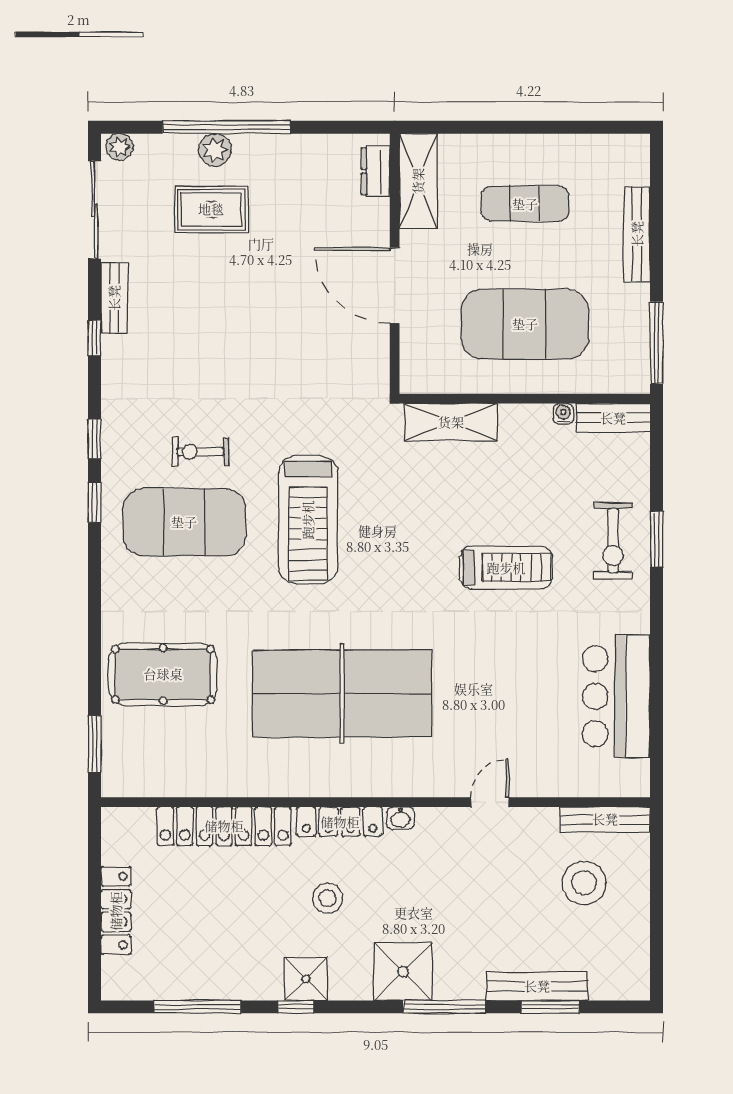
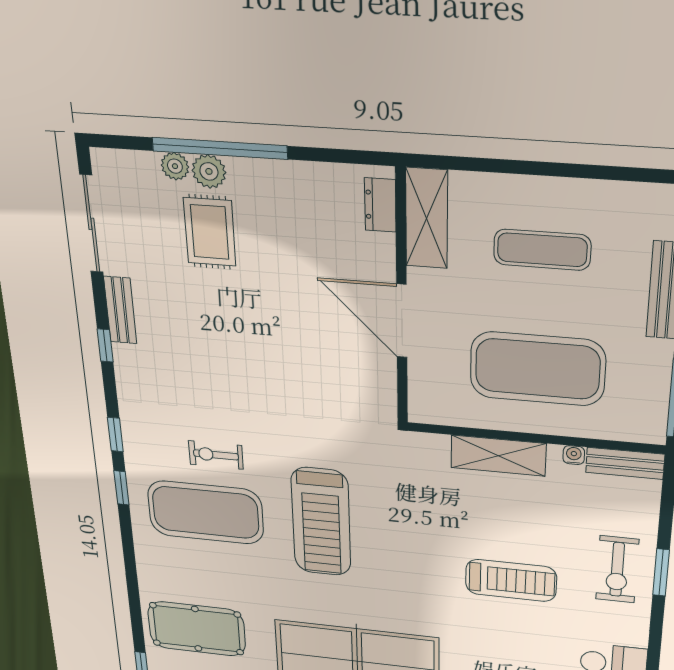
plant: (120, 147) -> (175, 166), moved
rug: (211, 209) -> (210, 232), turned 90
shelving: (451, 422) -> (498, 456), moved

